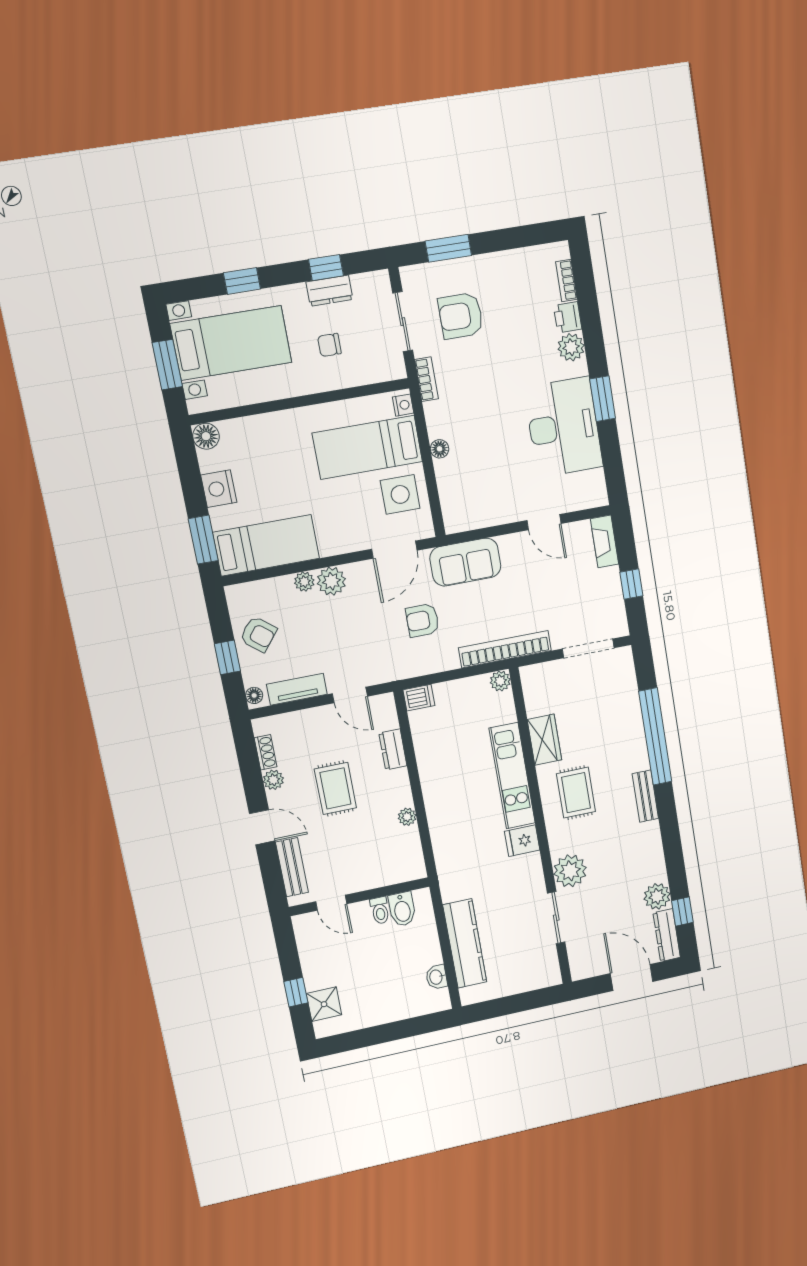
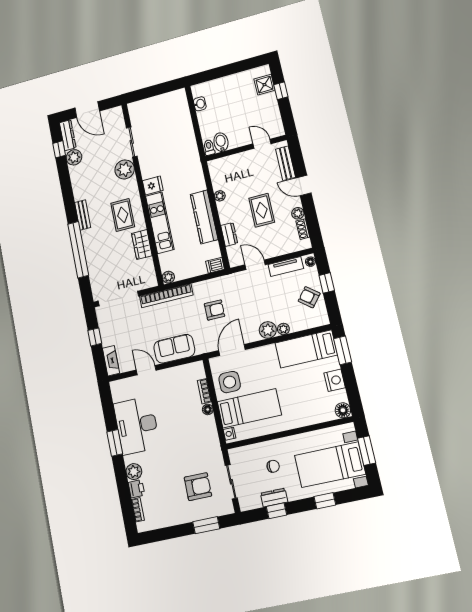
bookcase: (426, 379) -> (204, 391), moved
sofa: (465, 562) -> (174, 349), moved
doorway: (588, 648) -> (118, 299), width x1.36
toilet: (380, 910) -> (209, 147), moved
kitchen counter: (465, 943) -> (204, 217), moved

